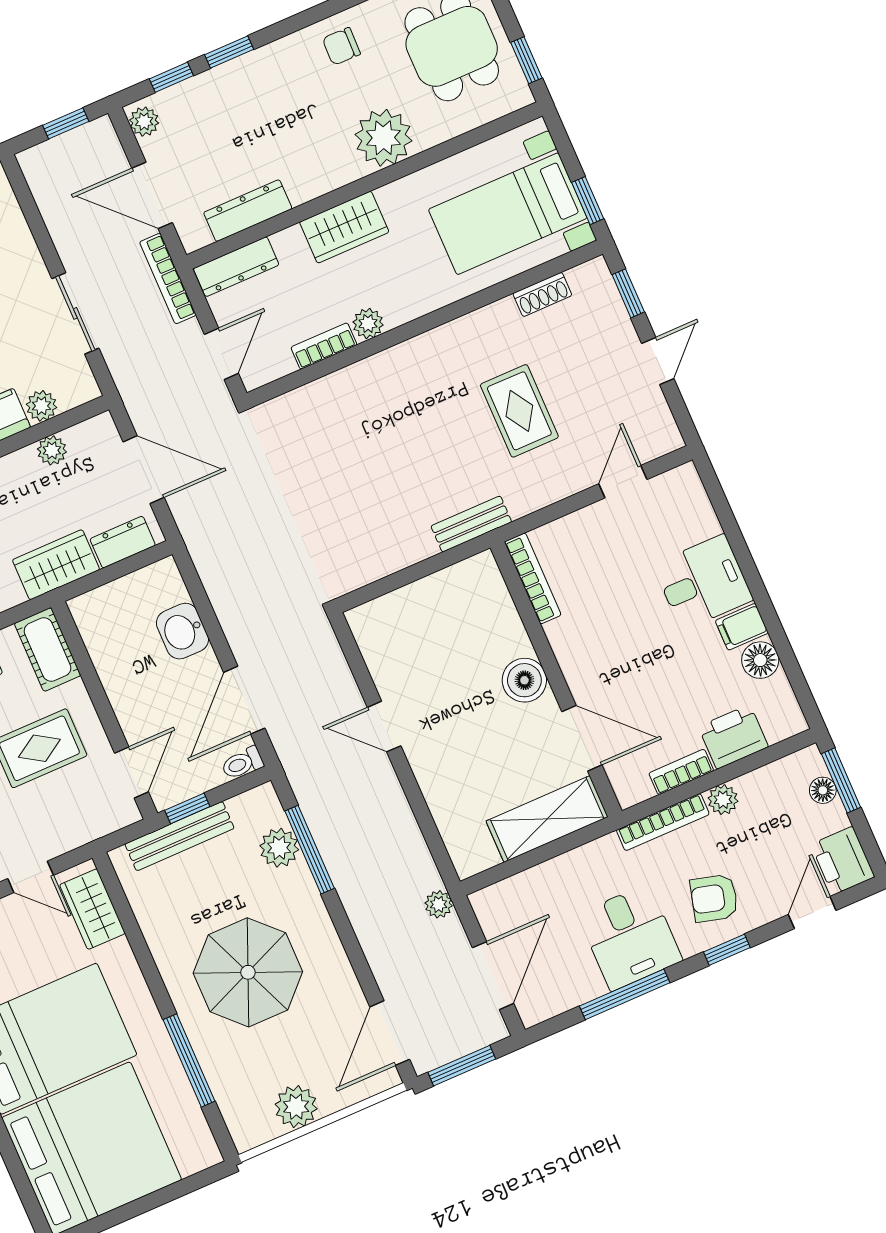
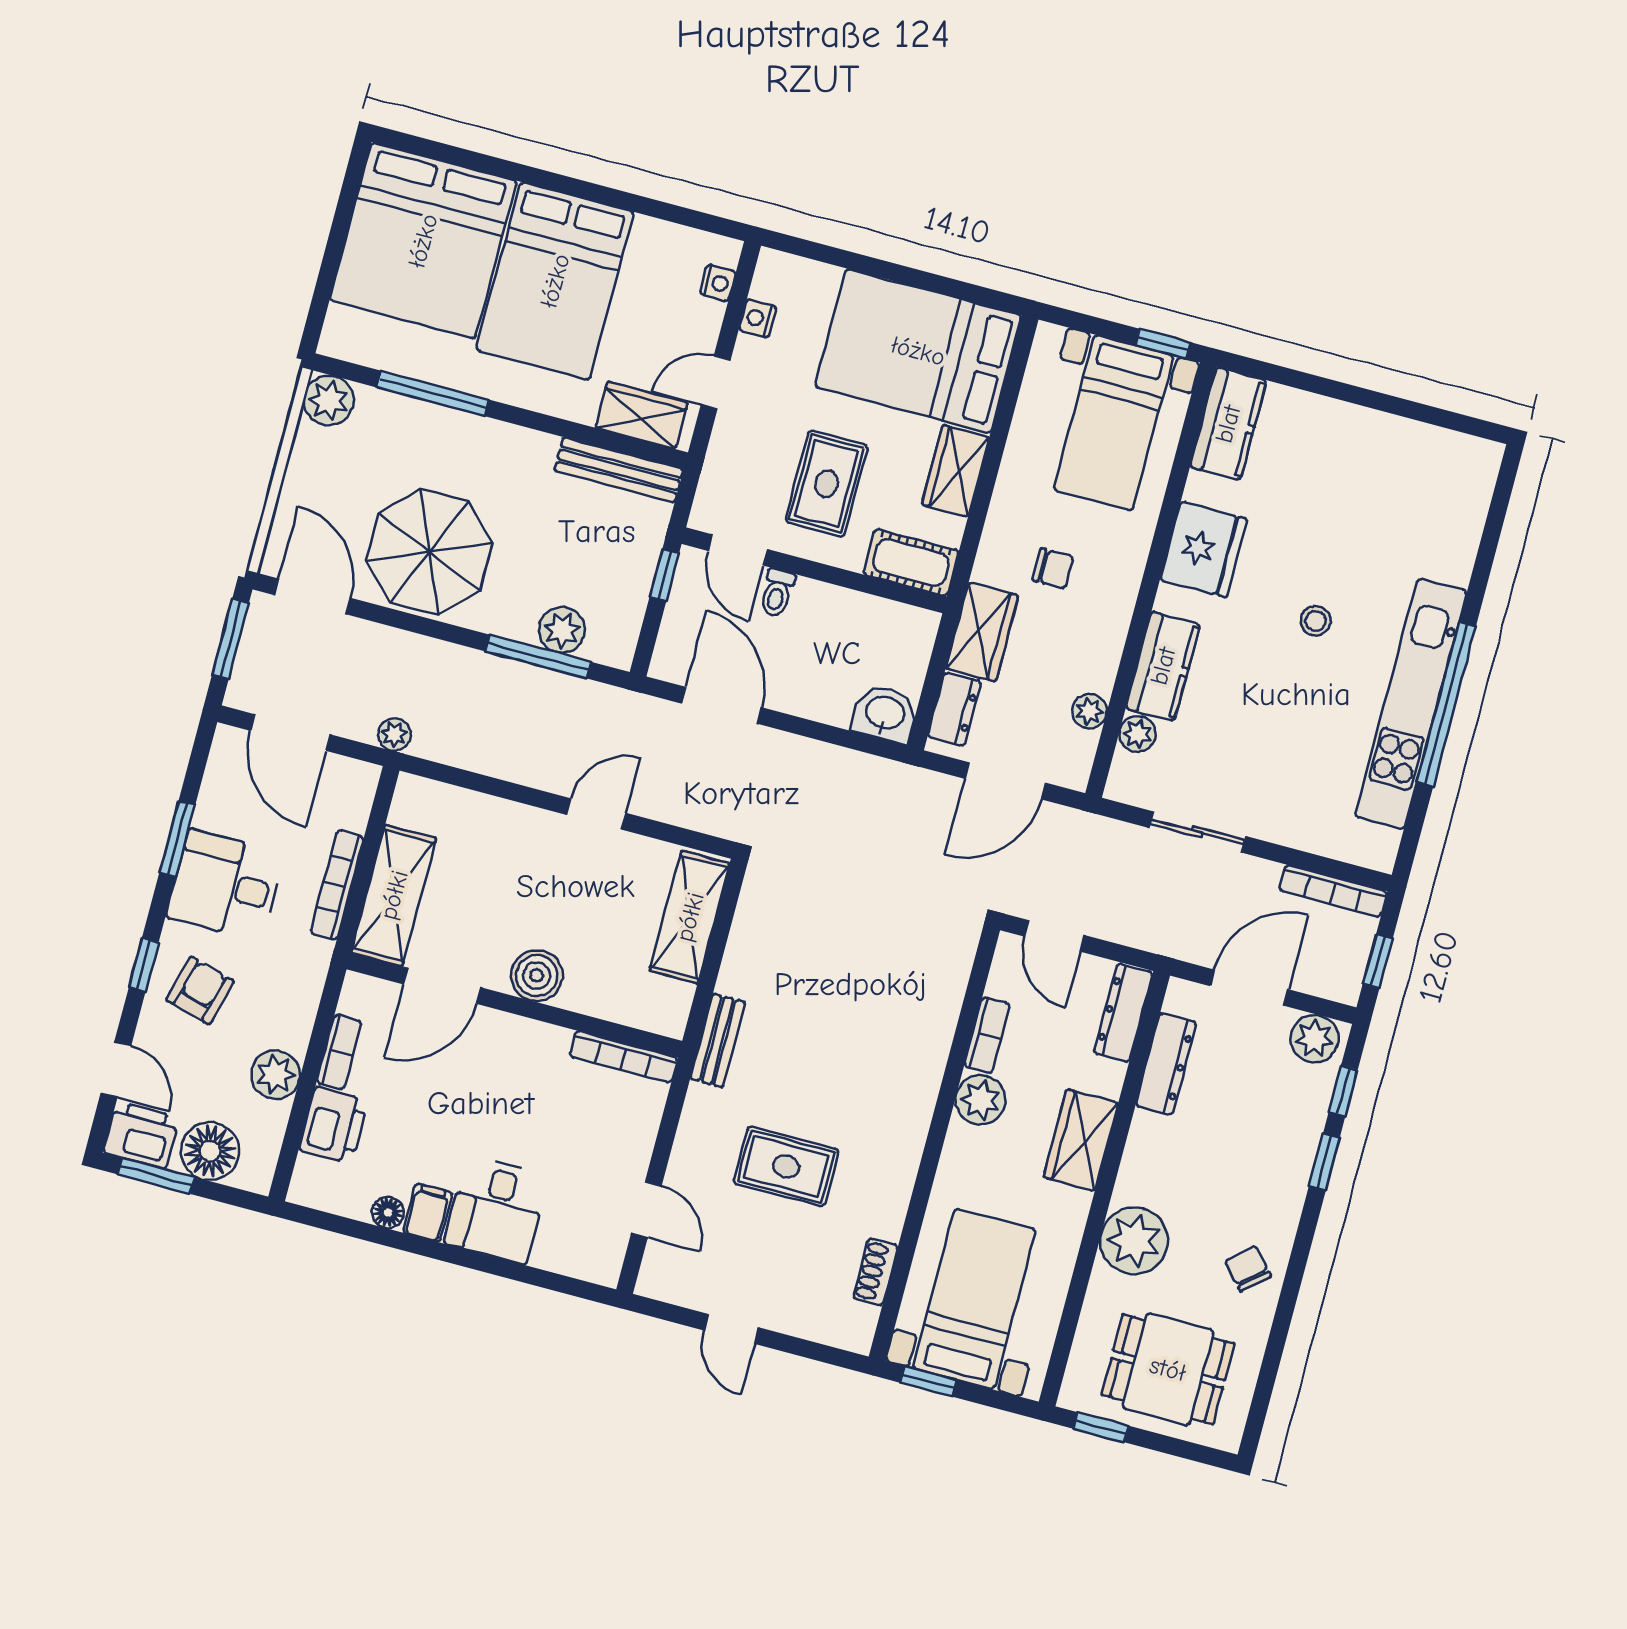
chair: (341, 46) -> (1248, 1269), turned -43
plant: (144, 122) -> (1315, 1039), width x1.38, depth x1.38
bookcase: (168, 279) -> (1333, 891), moved, turned 180
window: (628, 293) -> (814, 1351), removed
plant: (368, 323) -> (981, 1100), width x1.38, depth x1.38
shelving: (404, 609) -> (690, 917), added
washbasin: (182, 631) -> (885, 714), moved
floor lamp: (760, 660) -> (388, 1212), width x0.73, depth x0.73
toilet: (242, 763) -> (777, 593), moved, turned 180
window: (841, 780) -> (156, 1176), moved
floor lamp: (823, 790) -> (210, 1151), width x1.89, depth x1.89
plant: (723, 800) -> (275, 1075), width x1.38, depth x1.38
bookcase: (663, 822) -> (337, 885), moved
bench: (179, 836) -> (619, 470), moved, turned 90
parasol: (248, 972) -> (429, 552), moved
window: (625, 994) -> (177, 839), width x0.69
plant: (296, 1107) -> (329, 400), moved

